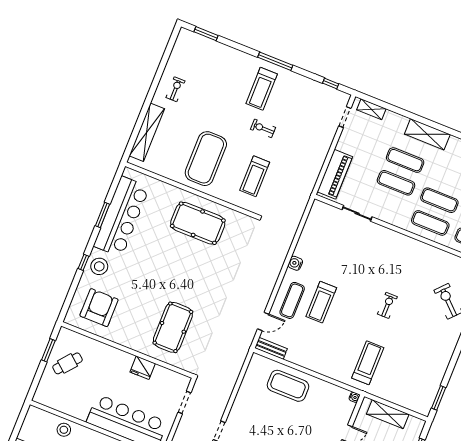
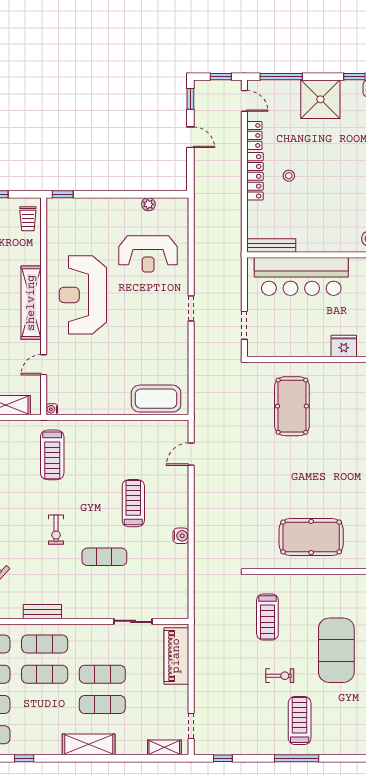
exercise mat: (206, 159) -> (336, 650), moved
treadmill: (255, 176) -> (267, 617), turned 180
exercise mat: (292, 300) -> (104, 557), moved, turned 90
bench: (271, 348) -> (42, 612), moved
fridge: (143, 368) -> (344, 346), moved
coffee table: (288, 386) -> (156, 399), moved

